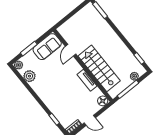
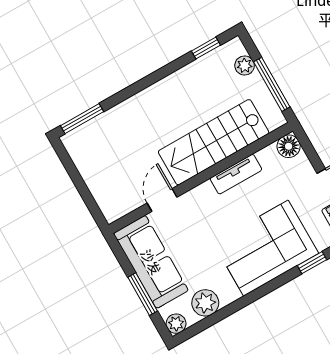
sofa: (47, 47) -> (151, 262), width x1.36
door: (71, 50) -> (162, 200), swing flipped
corner sofa: (57, 98) -> (266, 248), added

